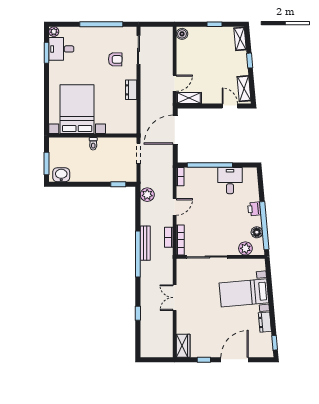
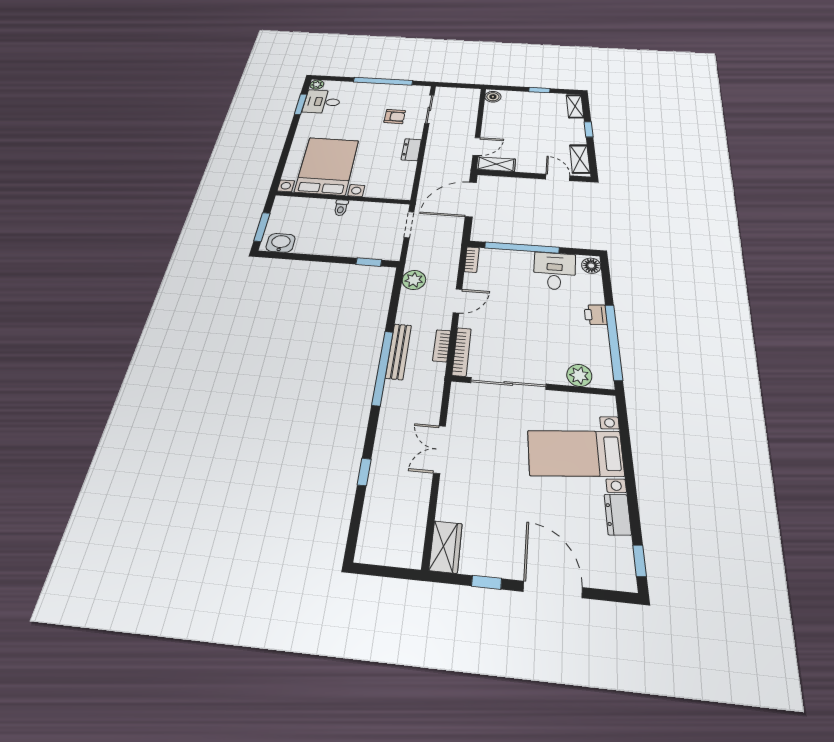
floor lamp: (257, 232) -> (591, 266), moved
door: (235, 360) -> (553, 589), hinge flipped

